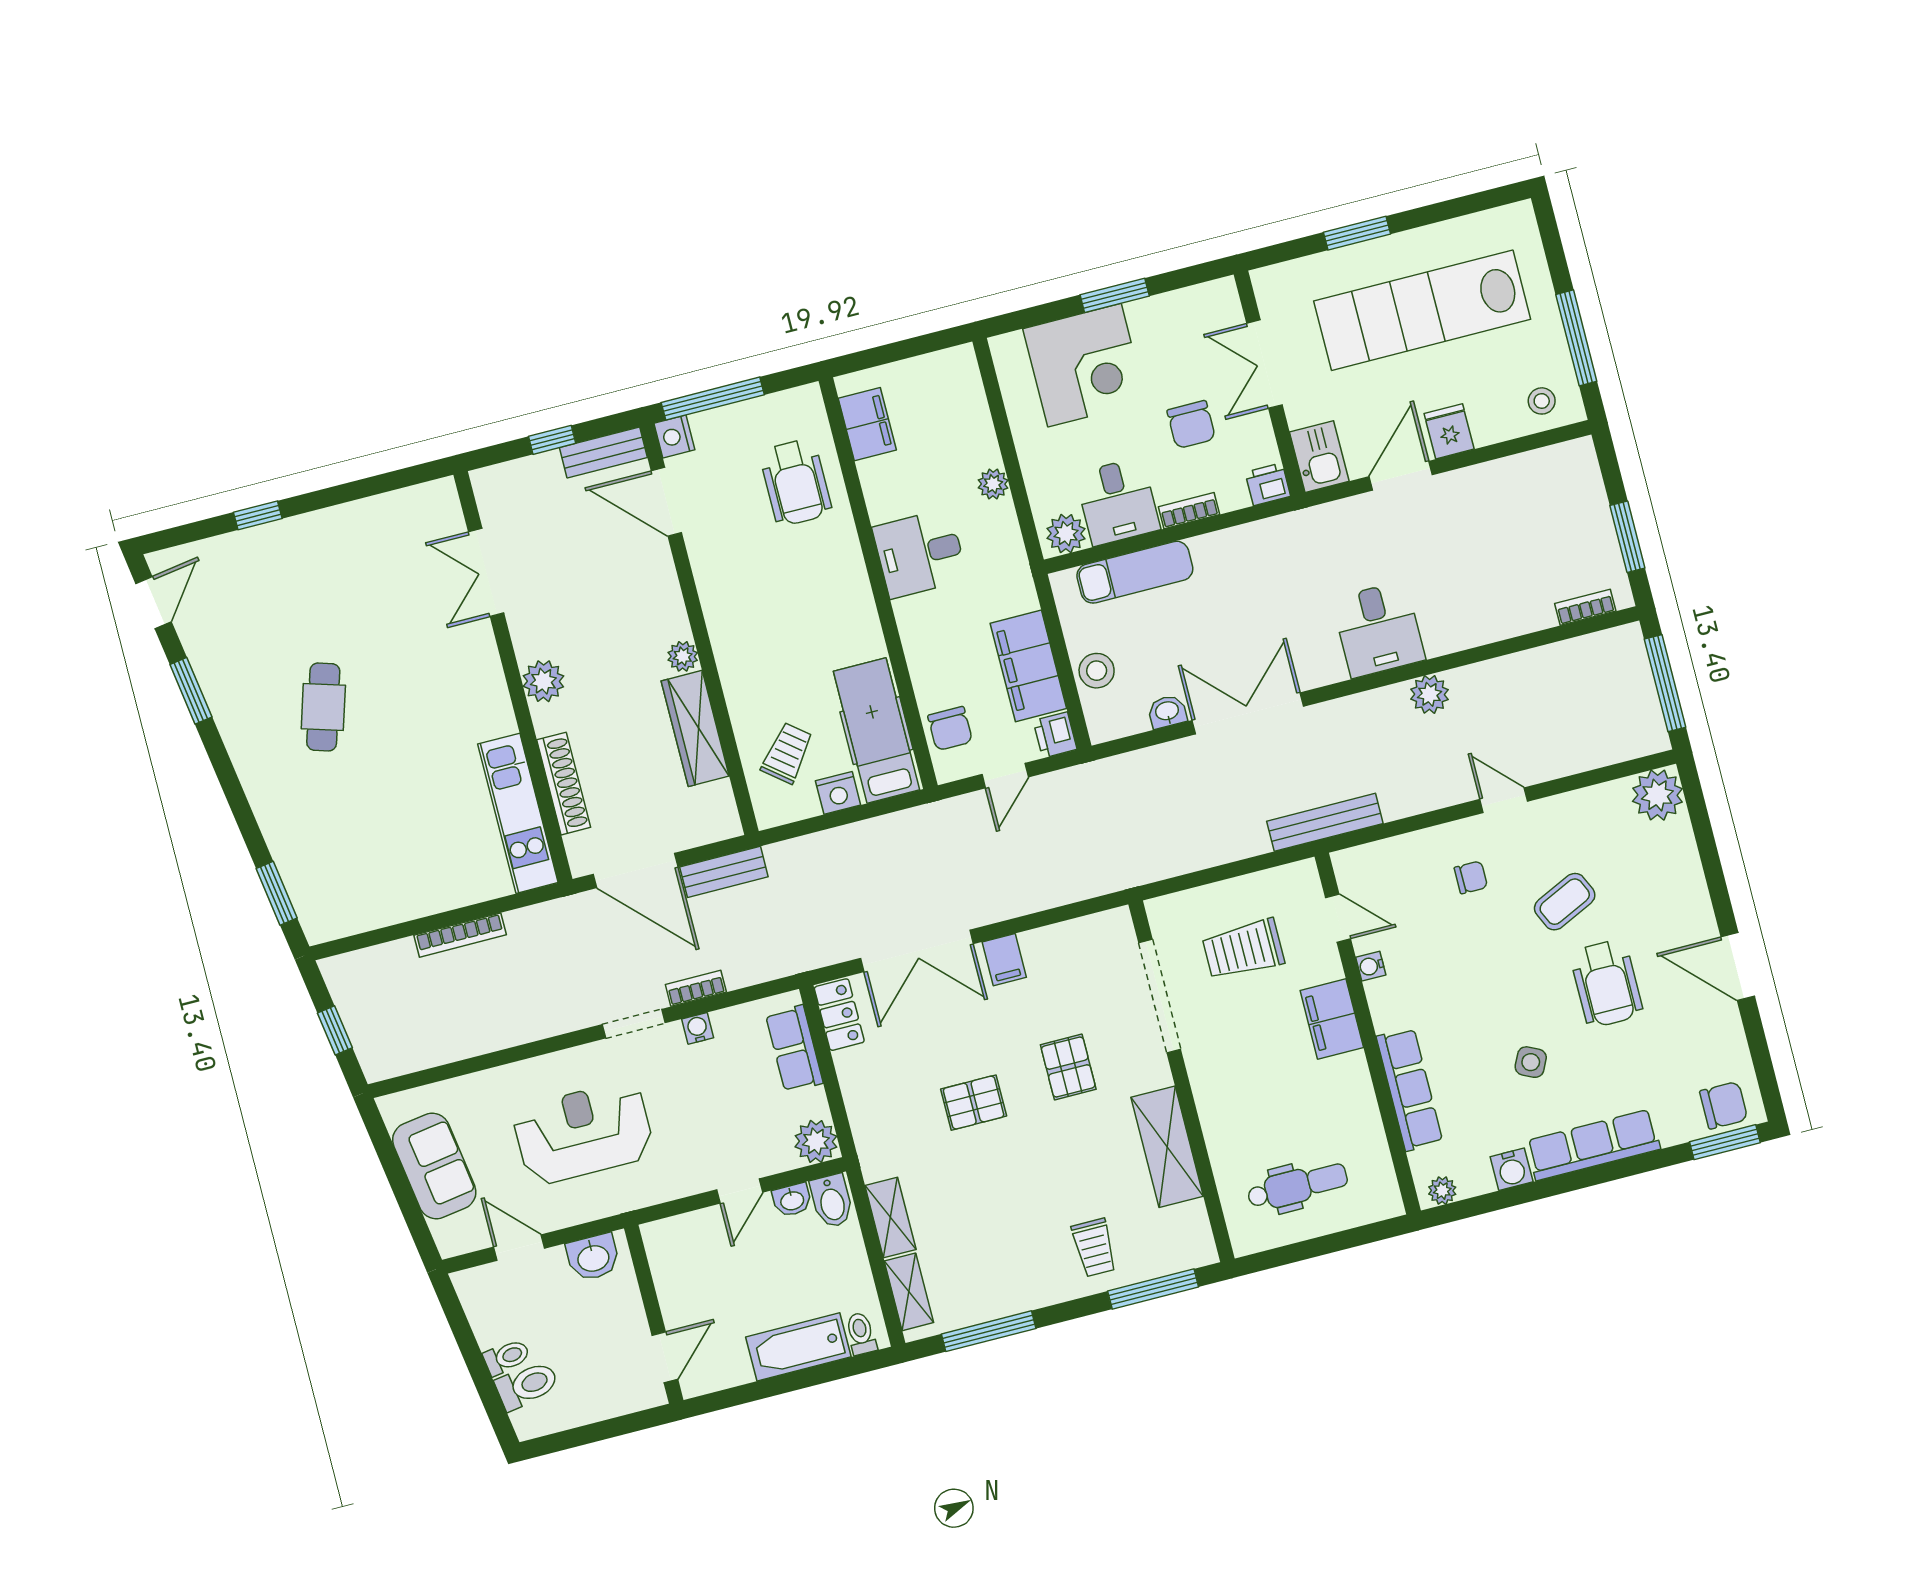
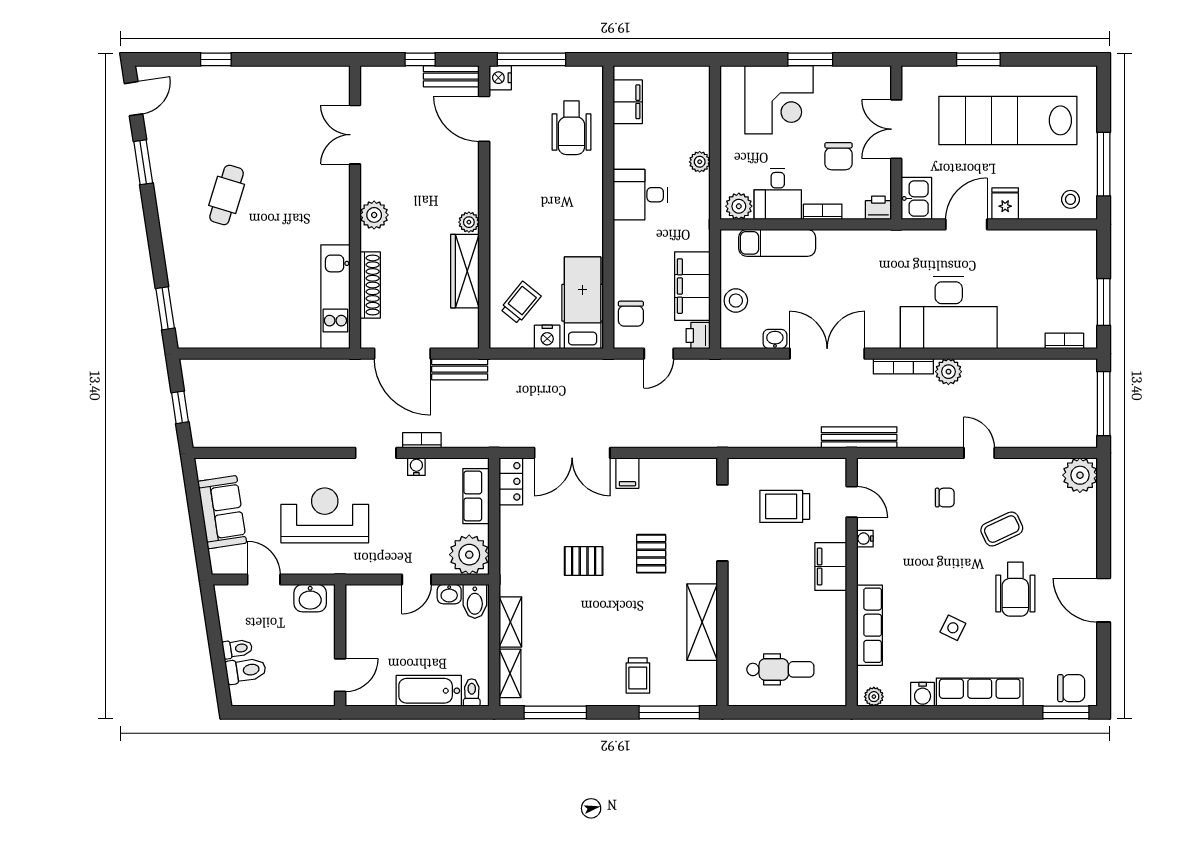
desk: (1378, 629) -> (949, 312), width x1.87, depth x1.30
bookcase: (460, 935) -> (903, 366), moved
plant: (816, 1141) -> (469, 555), width x1.36, depth x1.36

